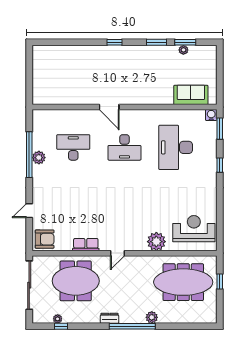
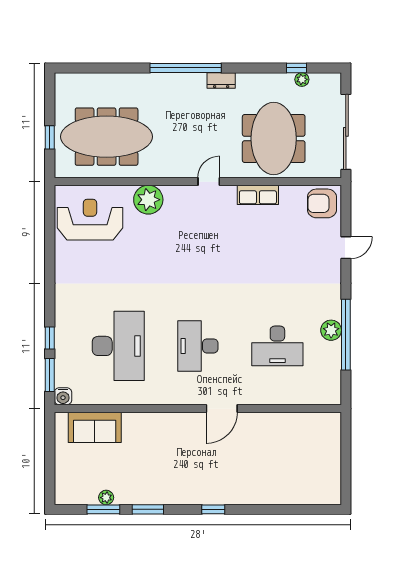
door: (109, 107) -> (222, 409), swing flipped
desk: (124, 147) -> (198, 346), turned -90
window: (220, 165) -> (50, 338), moved
reception desk: (194, 229) -> (90, 220), turned 180
meeting table: (76, 281) -> (274, 139), turned 90
plant: (152, 317) -> (155, 82), removed

